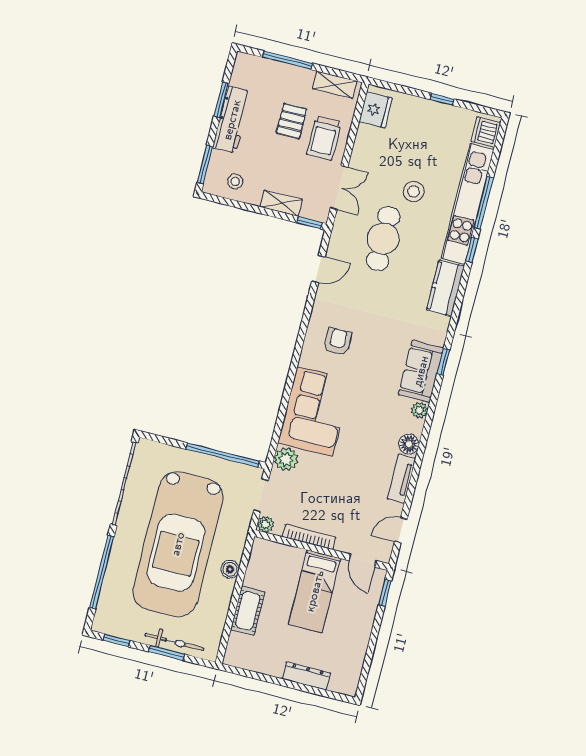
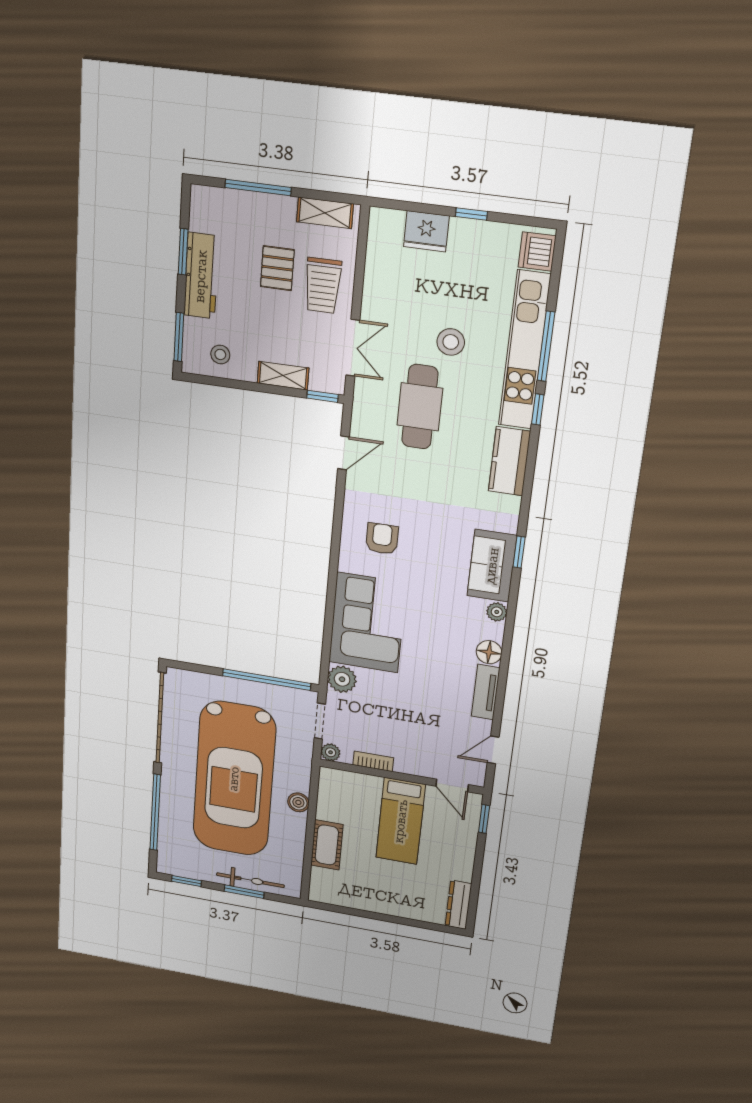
fridge: (376, 110) -> (426, 231), moved, turned 90
bookcase: (309, 537) -> (373, 761), width x0.64
dresser: (306, 676) -> (458, 905), moved, turned -90

